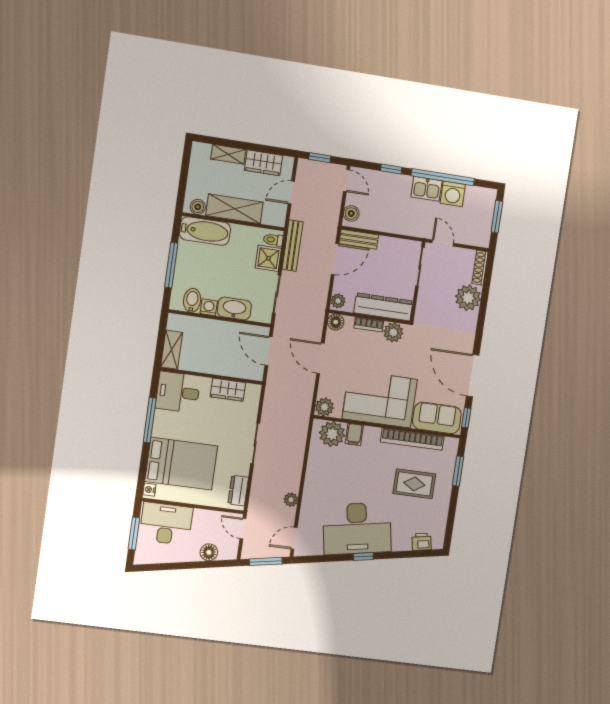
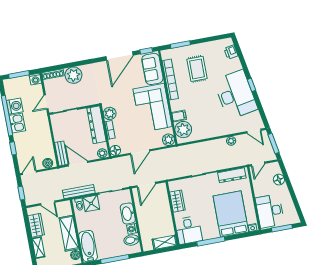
washing machine: (482, 239) -> (35, 79), added
dresser: (238, 491) -> (232, 175), width x1.44

